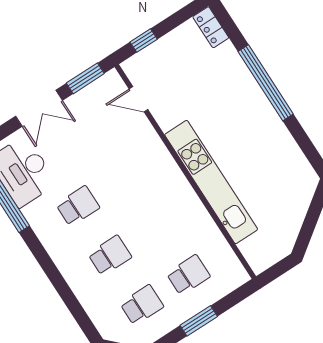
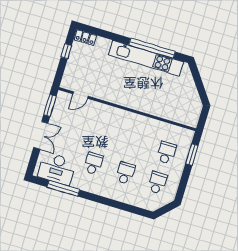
window: (144, 41) -> (66, 51), moved
window: (266, 83) -> (152, 48), moved
kitchen unit: (211, 182) -> (146, 58), moved, turned 180
window: (199, 321) -> (192, 155), moved

